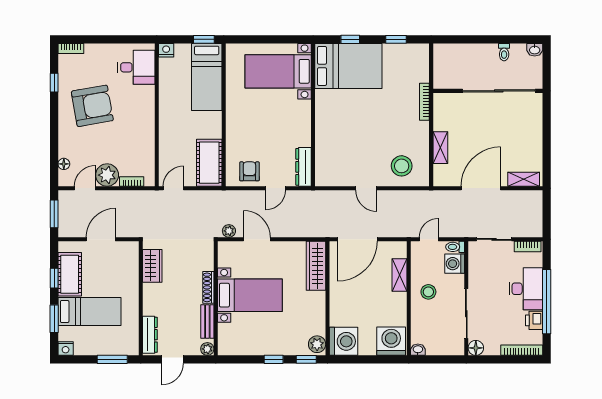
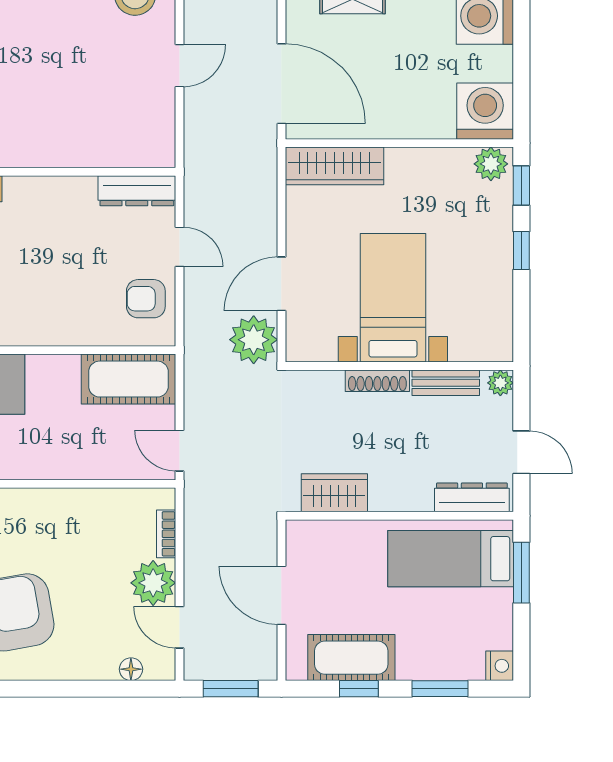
plant: (229, 231) -> (254, 340), width x1.88, depth x1.88
bed: (89, 311) -> (451, 559), moved, turned -90

